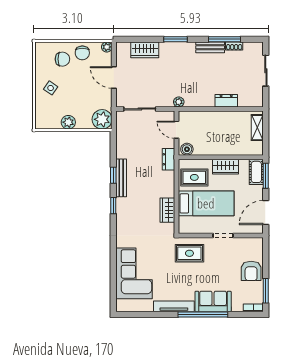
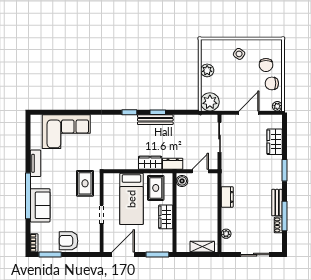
dresser: (226, 101) -> (227, 197), moved
plant: (179, 102) -> (226, 234), moved
cot: (256, 172) -> (161, 246), removed
wardrobe: (167, 210) -> (150, 163), moved
door: (266, 212) -> (123, 255), hinge flipped
tv unit: (174, 306) -> (36, 163), width x0.71

